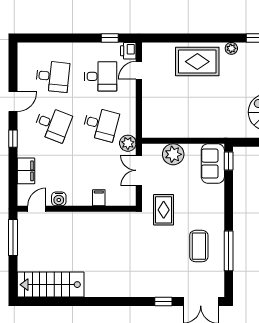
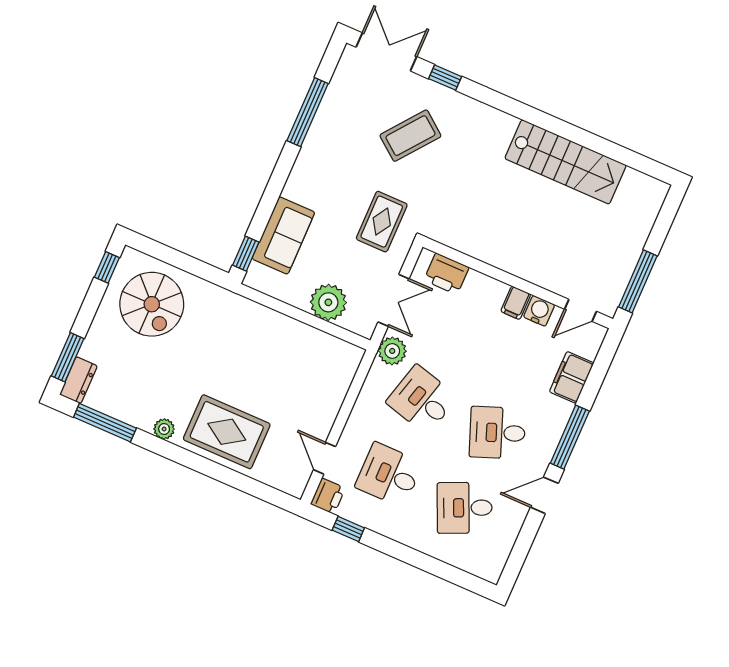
door: (139, 70) -> (325, 458), swing flipped
desk: (53, 76) -> (465, 508), turned -30
desk: (53, 124) -> (497, 433), turned -42
window: (13, 139) -> (570, 437), width x2.17
sofa: (213, 164) -> (283, 235), moved
printer: (117, 197) -> (446, 274), added
filing cabinet: (99, 198) -> (516, 303), moved
coffee table: (199, 246) -> (410, 136), moved, turned 38
stairs: (51, 285) -> (566, 162), moved

